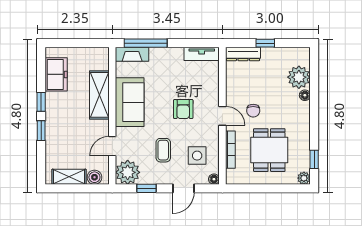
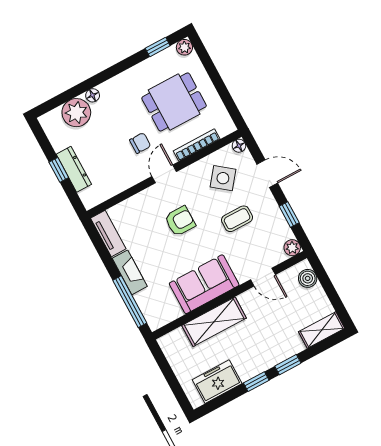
fireplace: (132, 54) -> (130, 272), moved
dresser: (243, 54) -> (74, 169), moved
side table: (197, 156) -> (223, 178), turned 38
plant: (128, 172) -> (292, 248), width x0.53, depth x0.53
shelving: (69, 177) -> (322, 330), moved, turned 90

